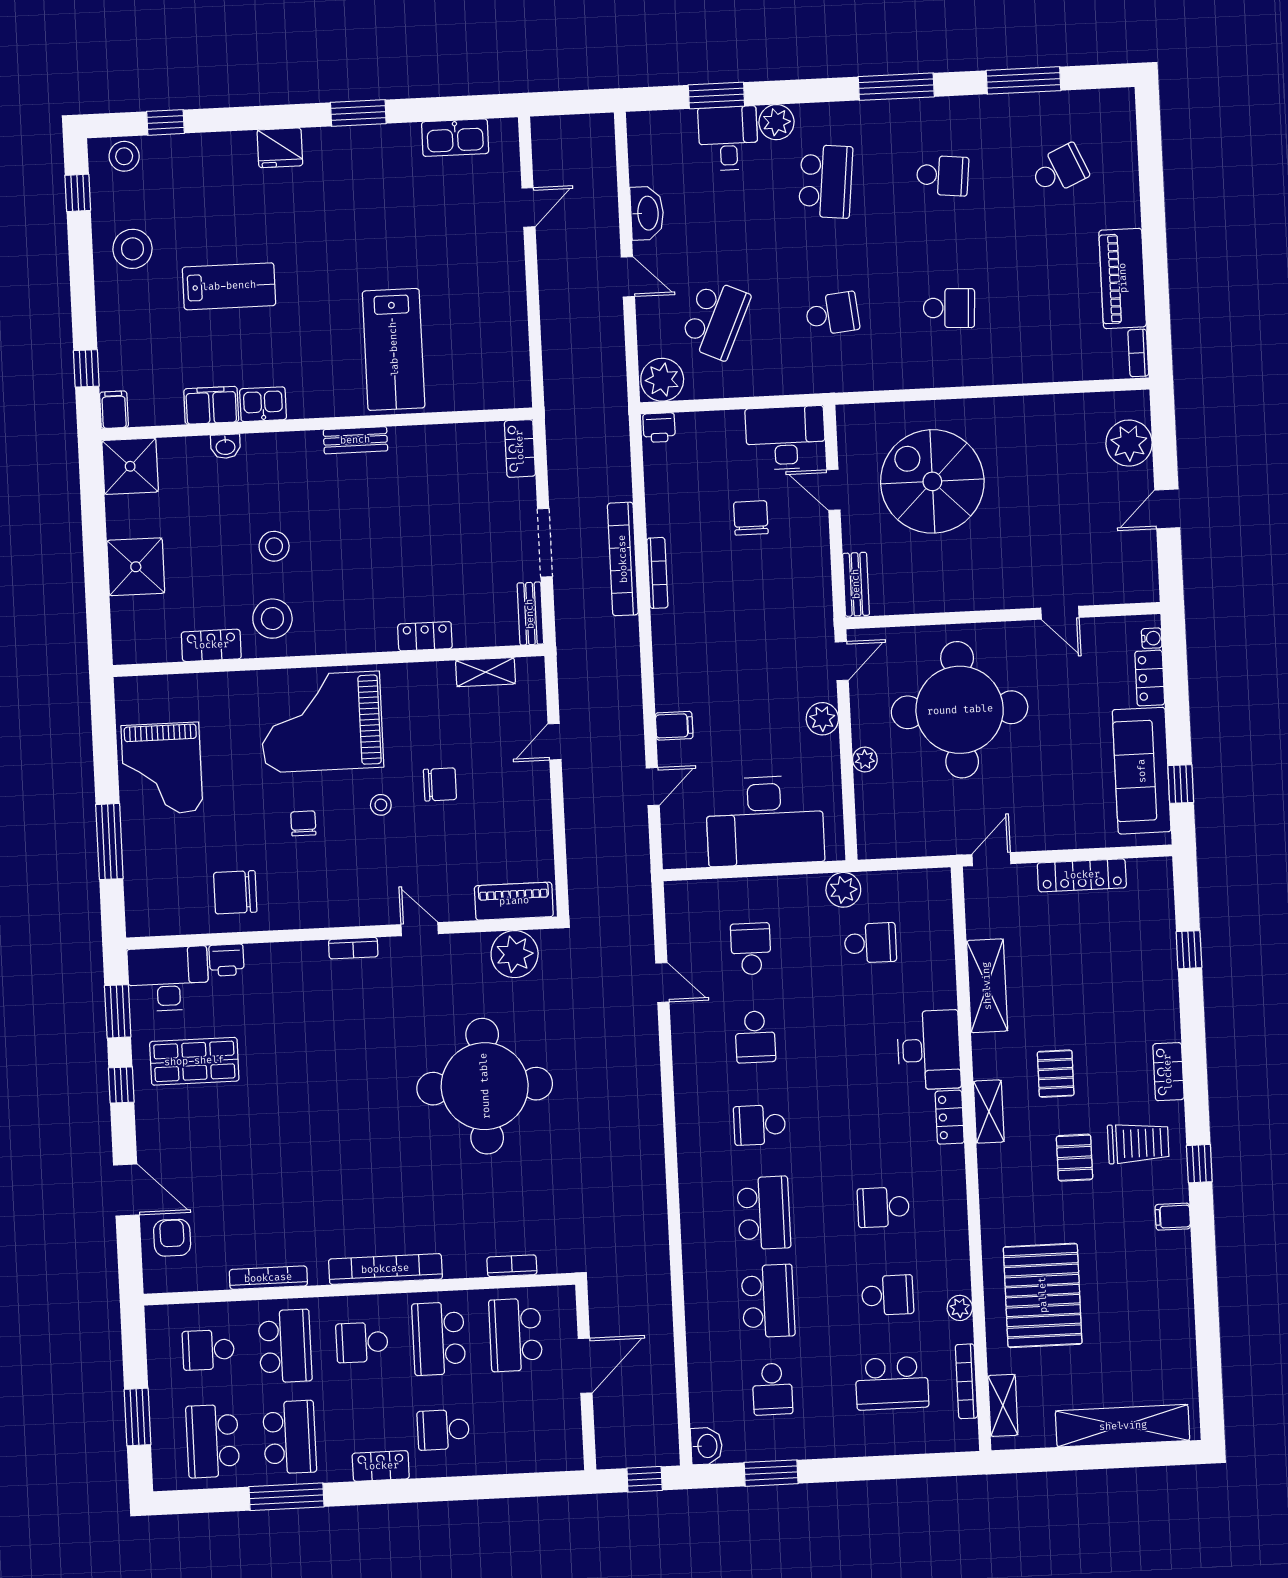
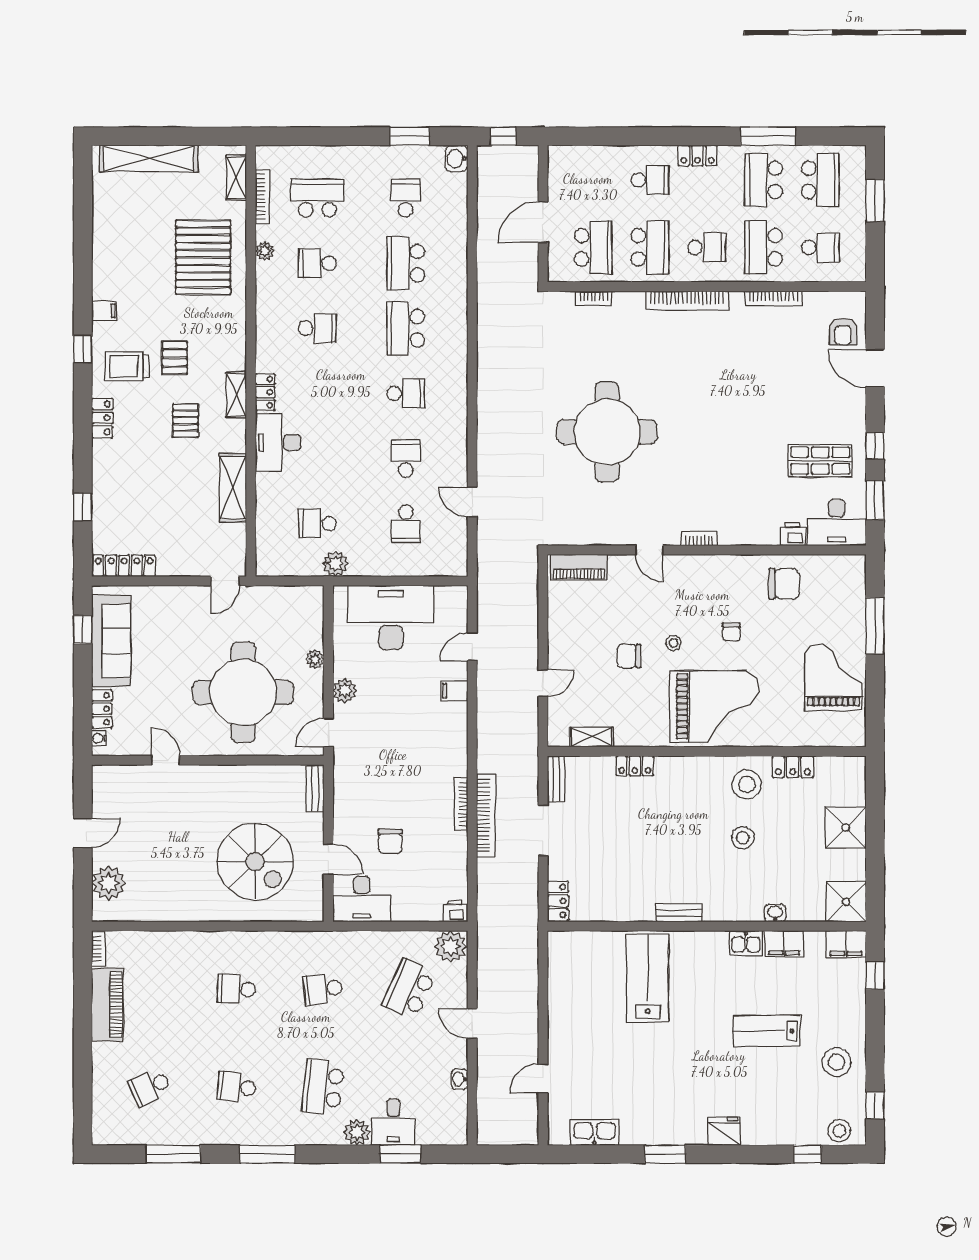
washbasin: (647, 213) -> (460, 1079), width x0.52, depth x0.69
filing cabinet: (114, 410) -> (846, 944), width x2.00
locker: (1082, 875) -> (124, 566), moved
plant: (515, 954) -> (580, 528), removed

